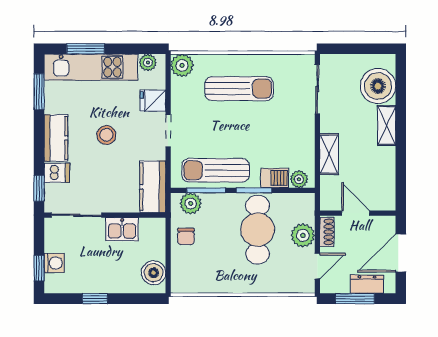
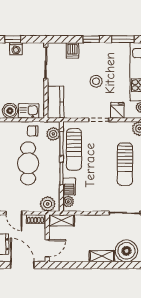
kitchen counter: (56, 138) -> (94, 50), removed
shelving: (329, 154) -> (62, 220), moved
sun lounger: (216, 170) -> (74, 149), turned 180
kitchen counter: (153, 187) -> (56, 102), moved, turned 90
window: (39, 188) -> (91, 39), moved
door: (356, 213) -> (47, 248), moved
kitchen sink: (122, 229) -> (29, 111), moved, turned 90
cafe table: (258, 230) -> (28, 163), moved, turned 90
plant: (303, 235) -> (48, 204), moved

